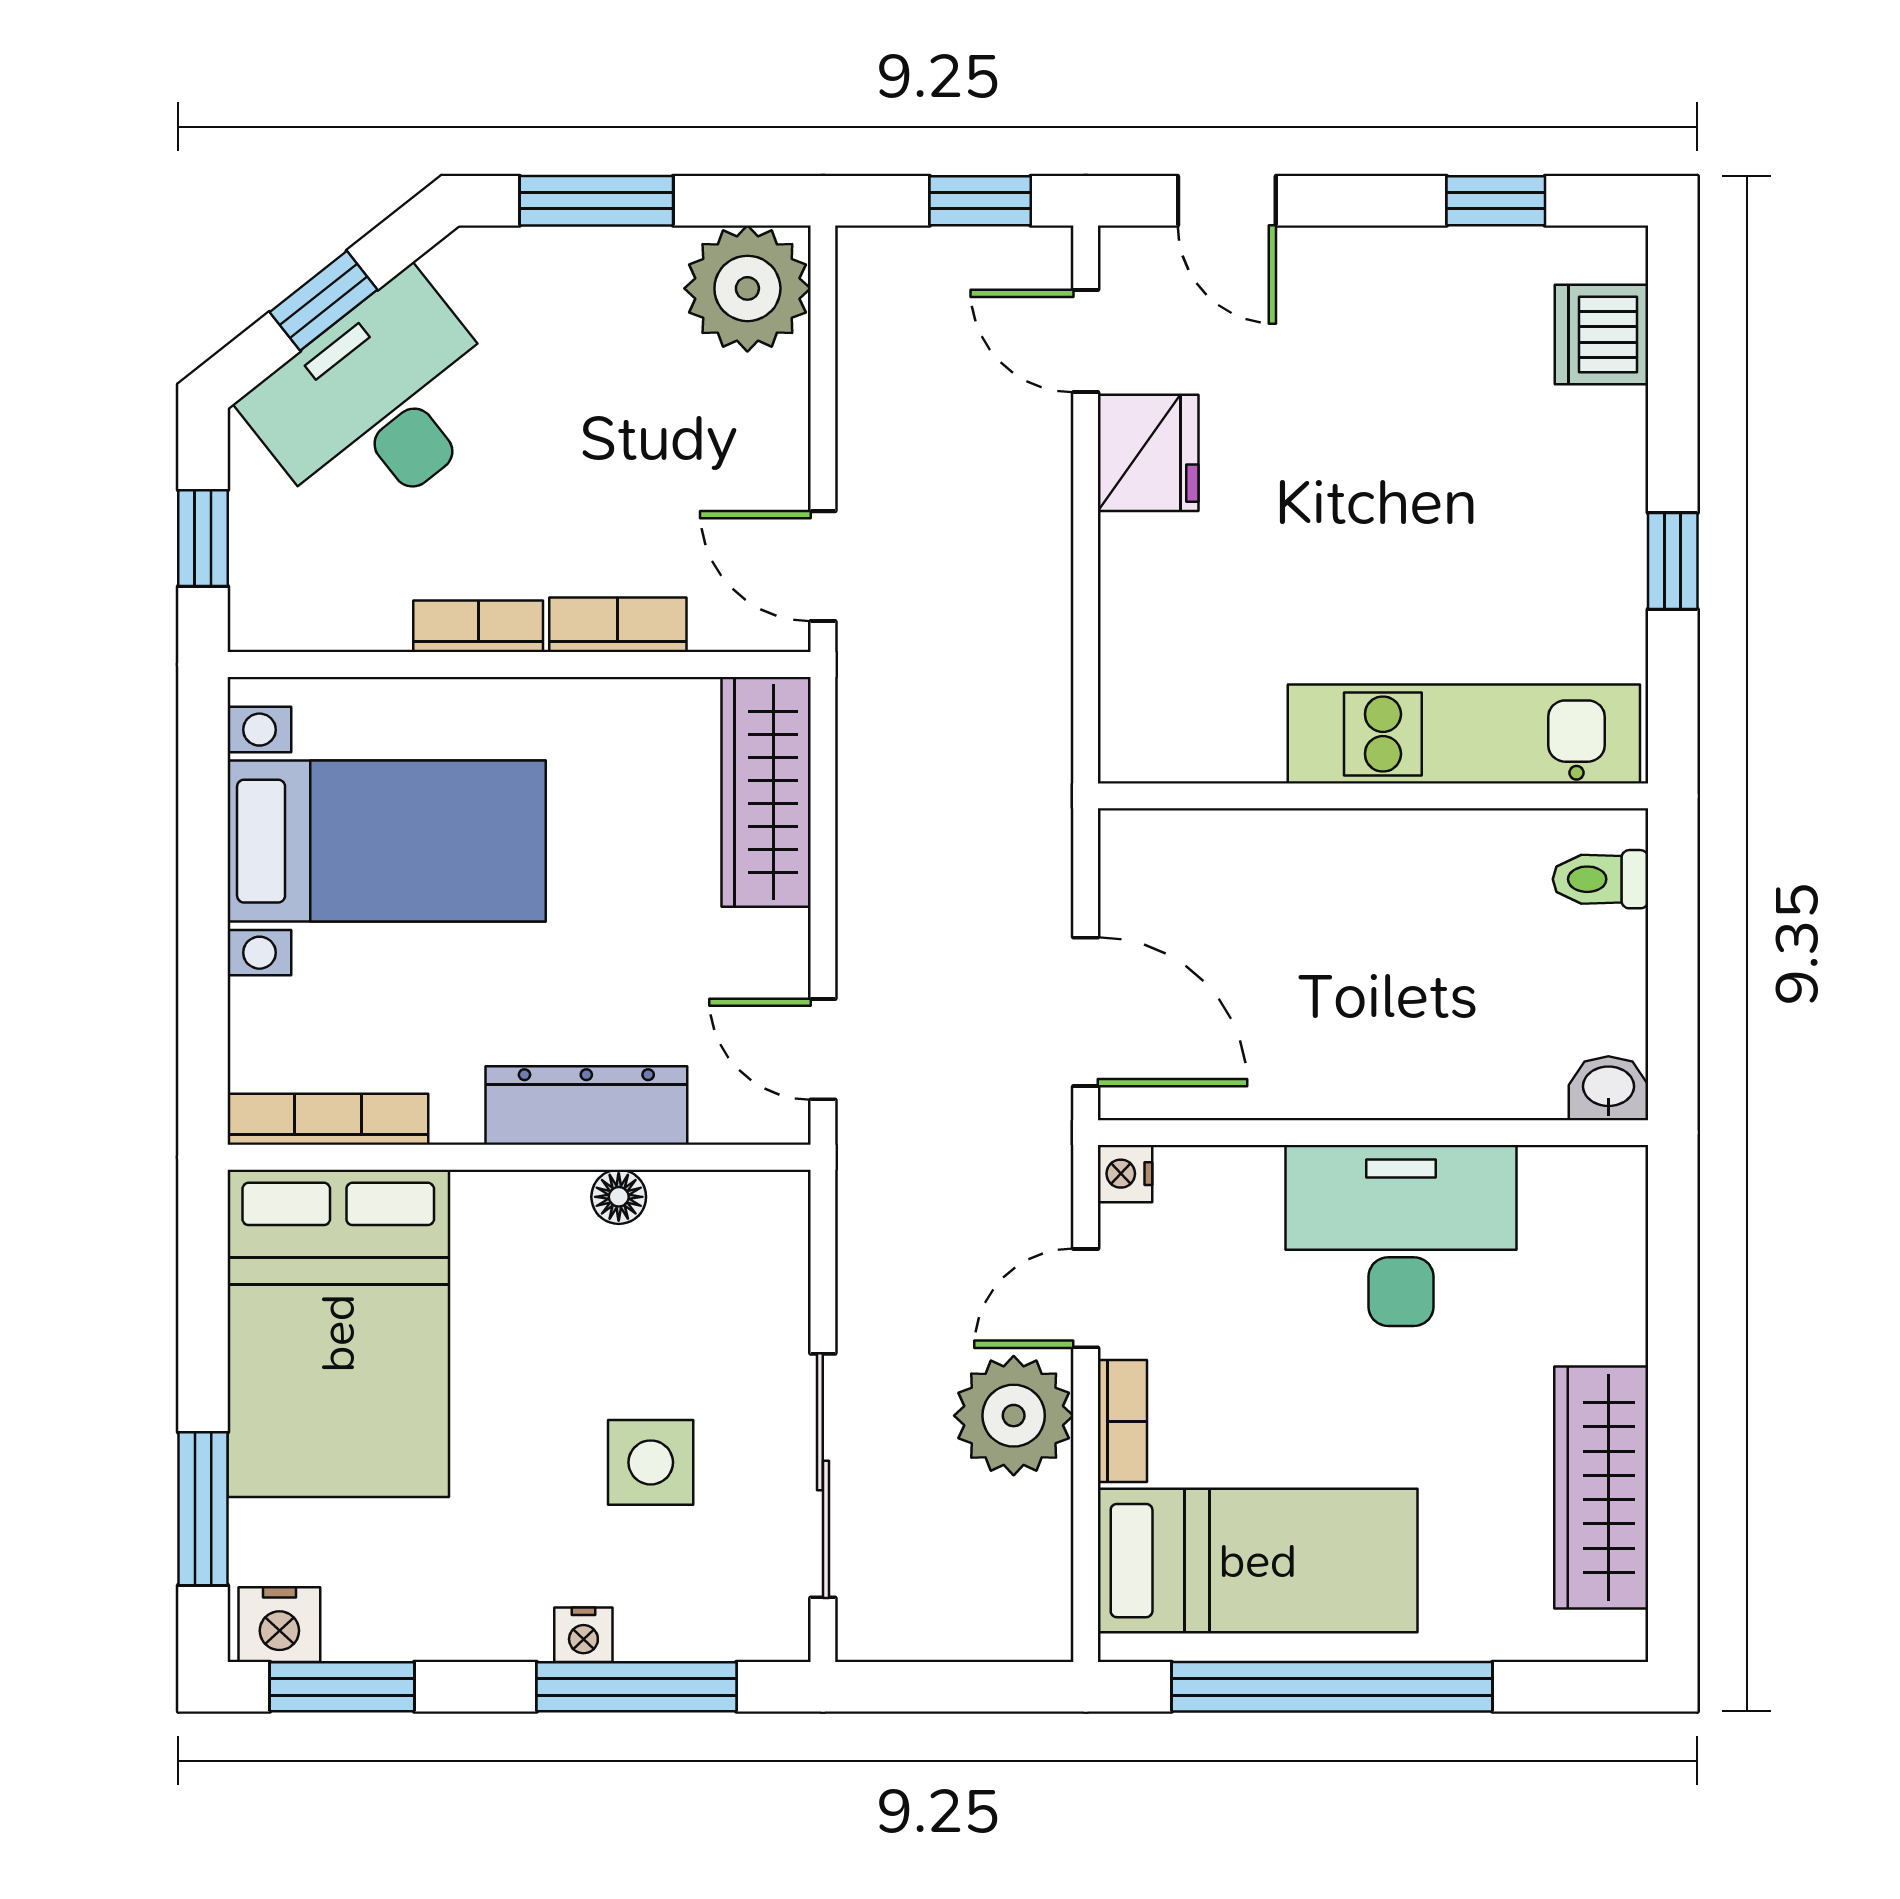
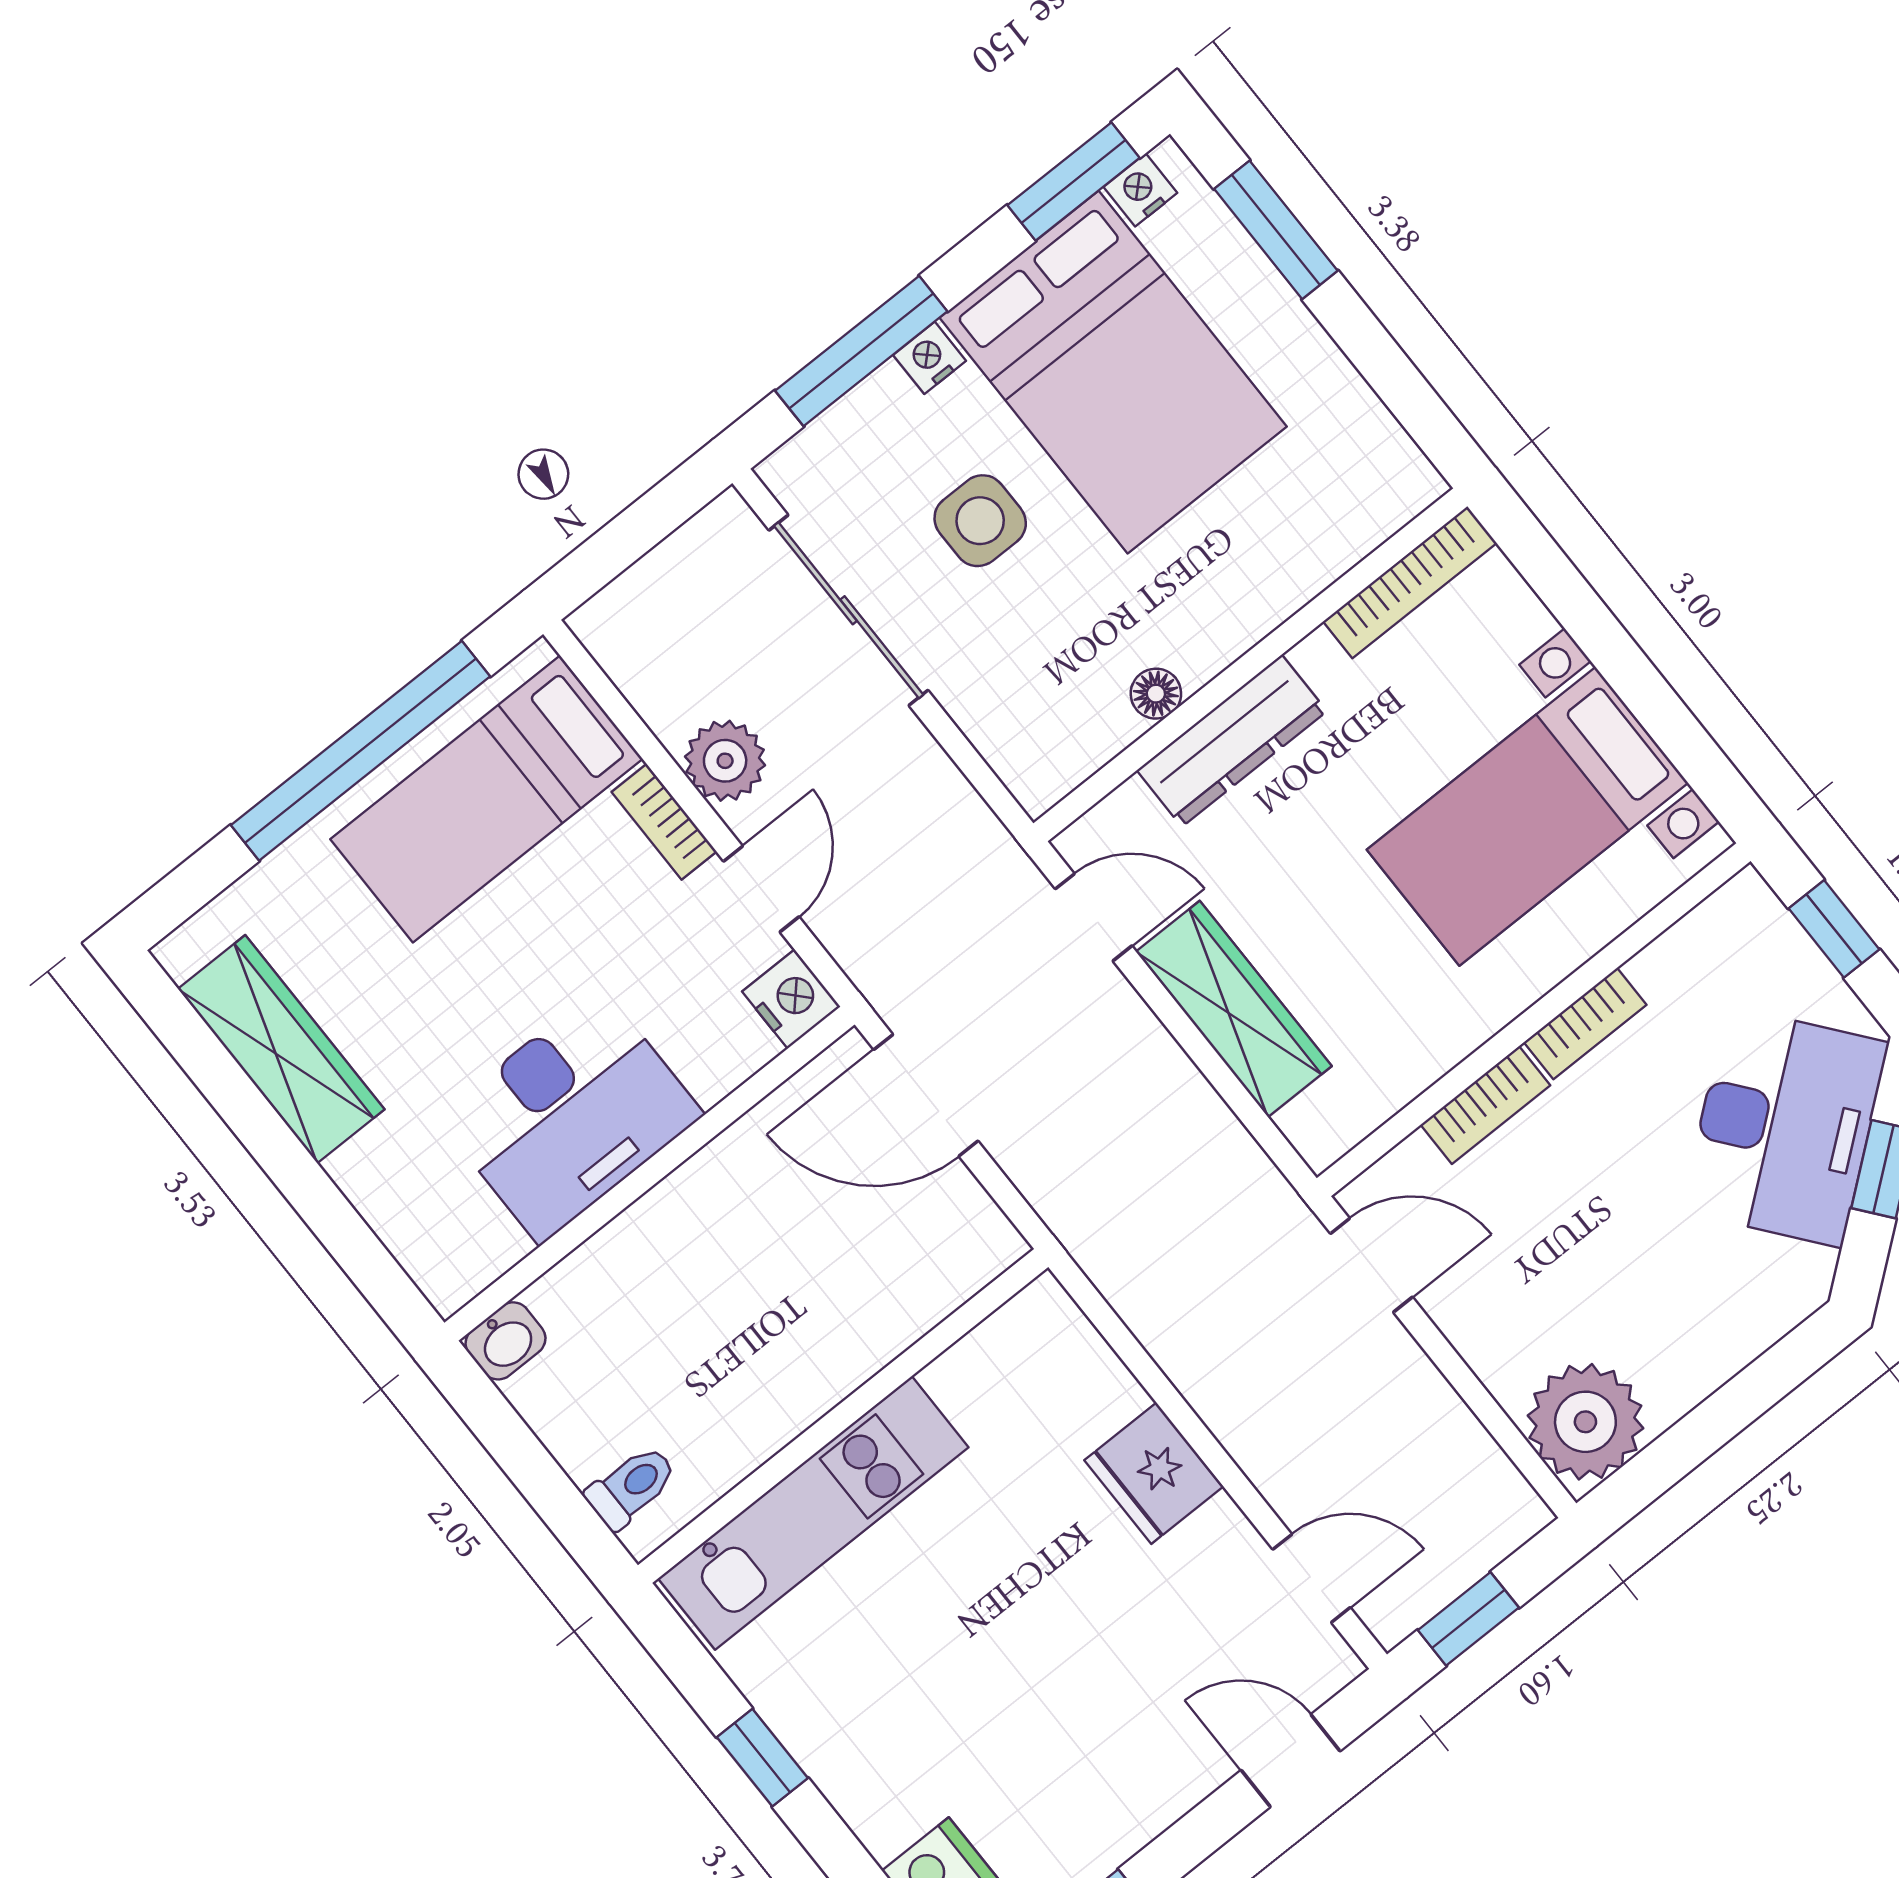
window: (596, 201) -> (1745, 1398), removed
fridge: (1148, 453) -> (1154, 1473), moved
wardrobe: (766, 792) -> (1234, 1009), moved
nightstand: (1125, 1174) -> (791, 999), width x1.39, depth x1.35
bed: (338, 1333) -> (1113, 372), moved, turned 180
plant: (1014, 1416) -> (725, 761), width x0.73, depth x0.73
nightstand: (279, 1625) -> (1140, 190), width x0.72, depth x0.74

